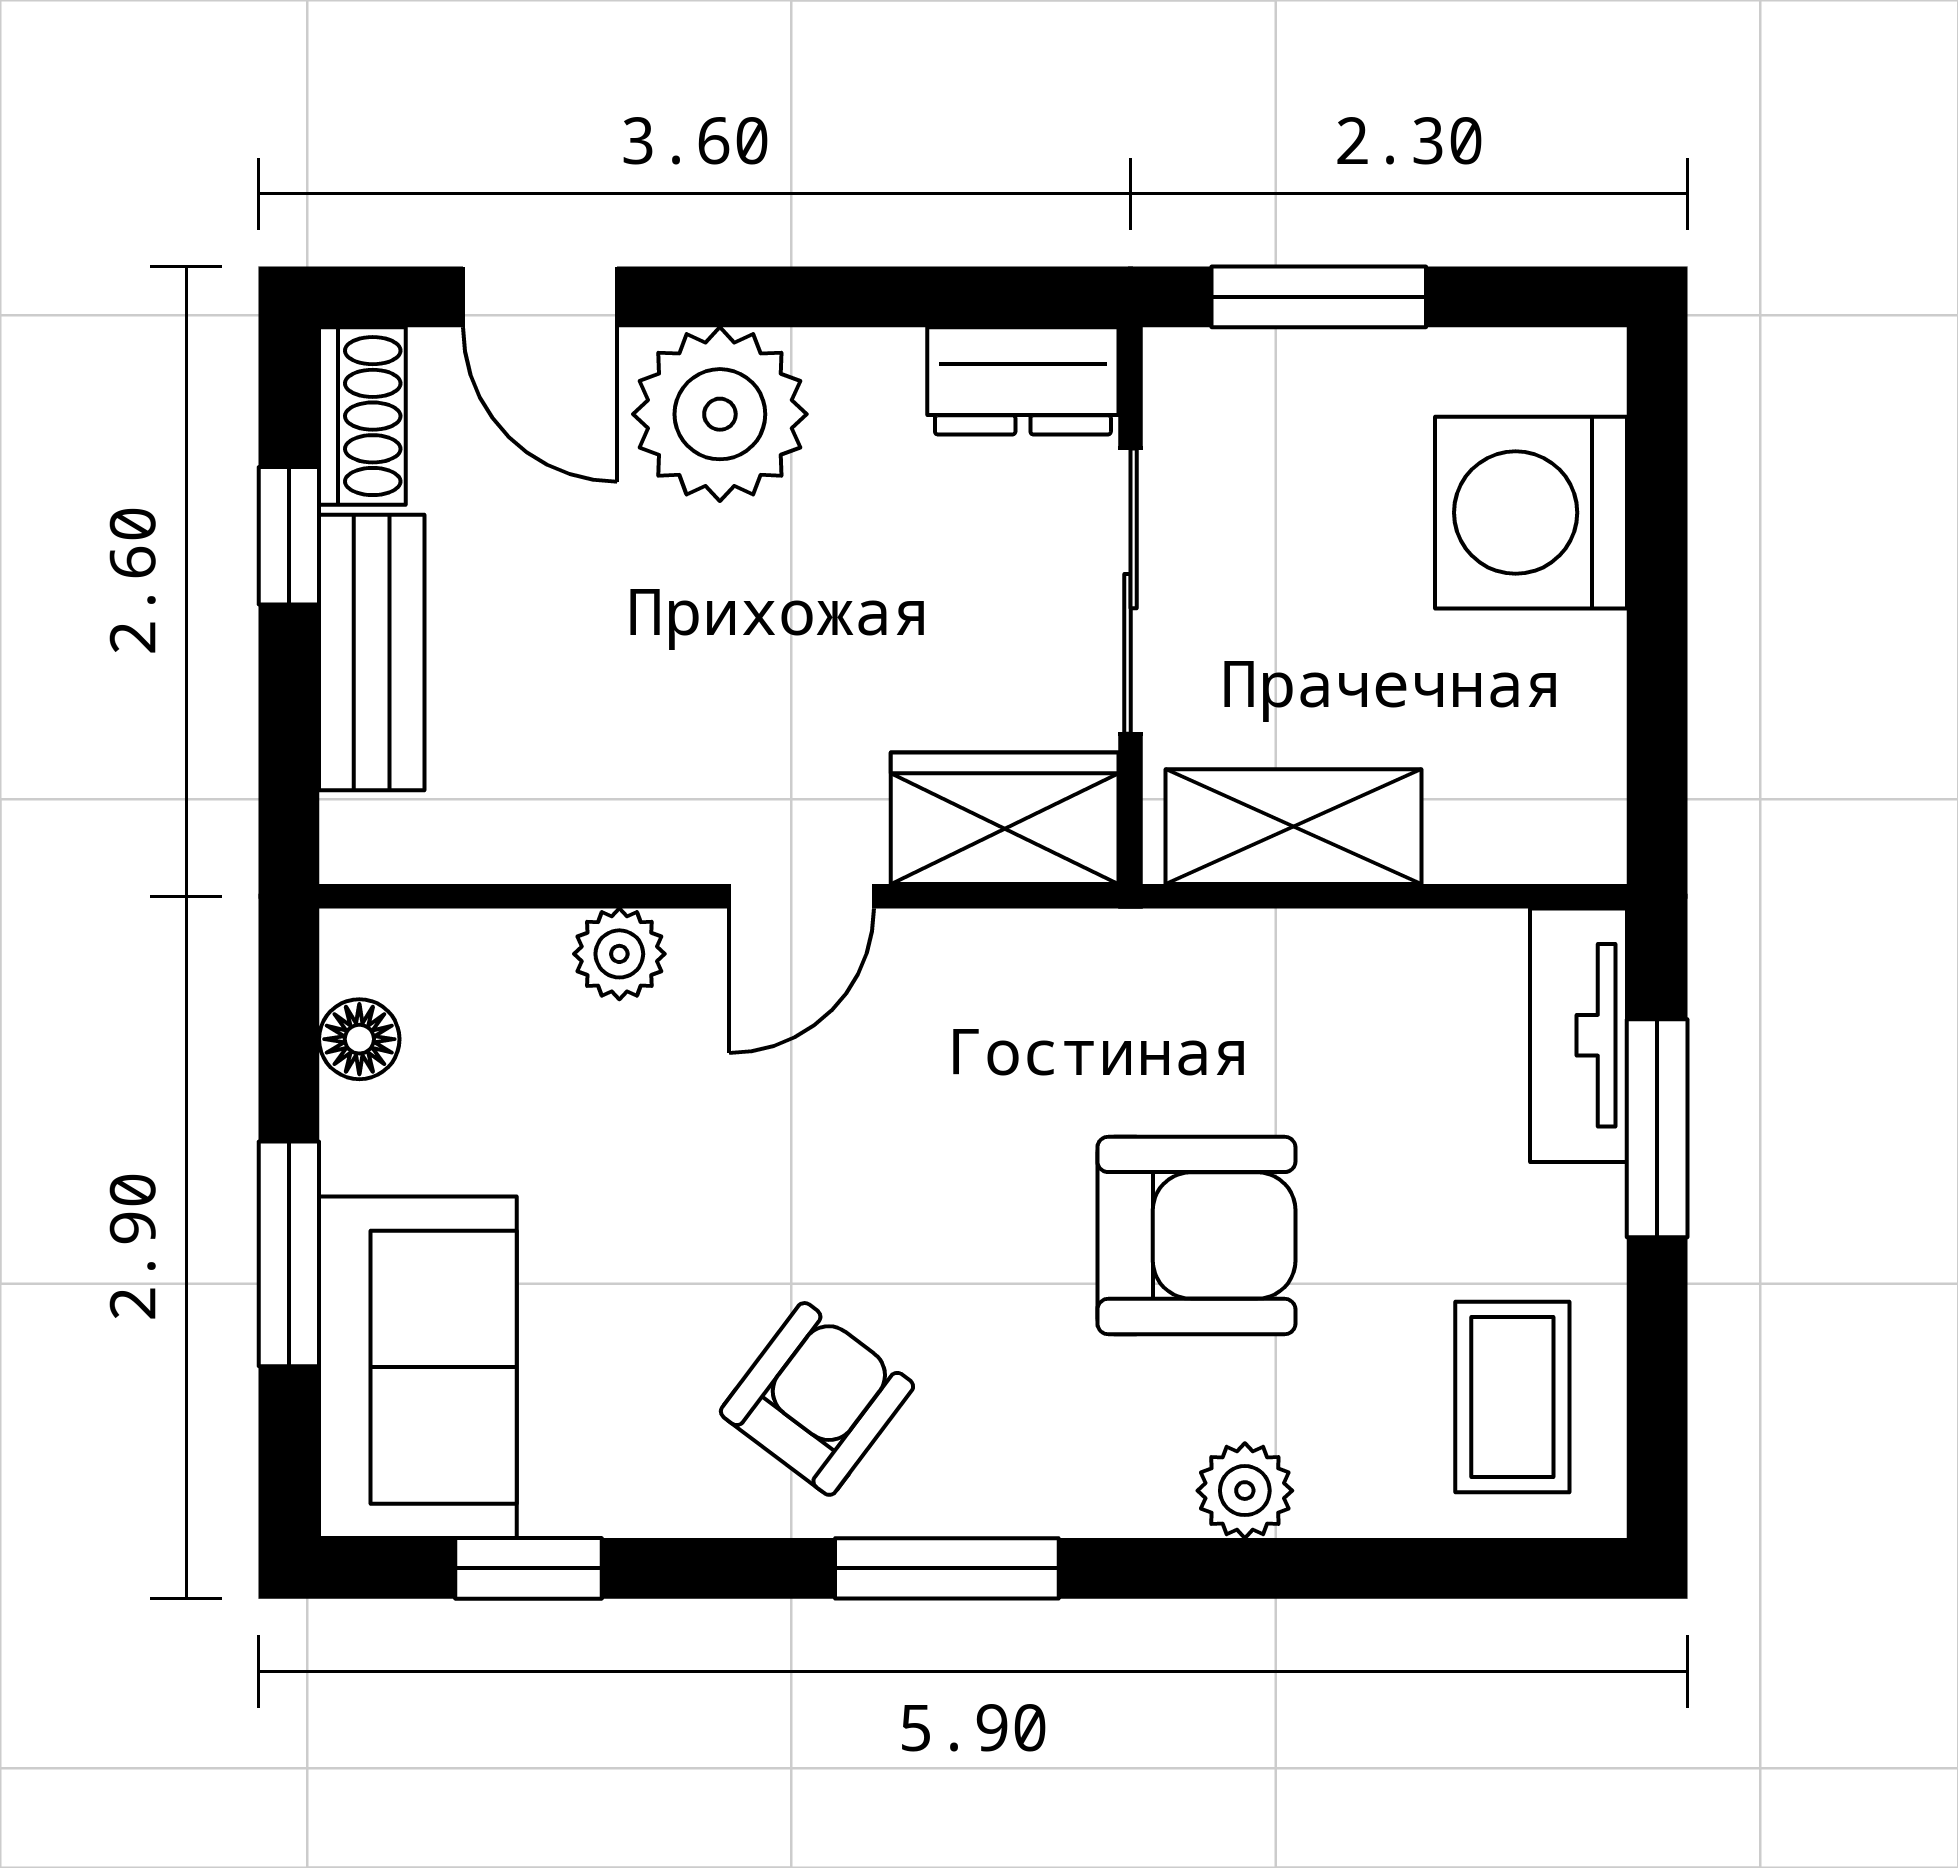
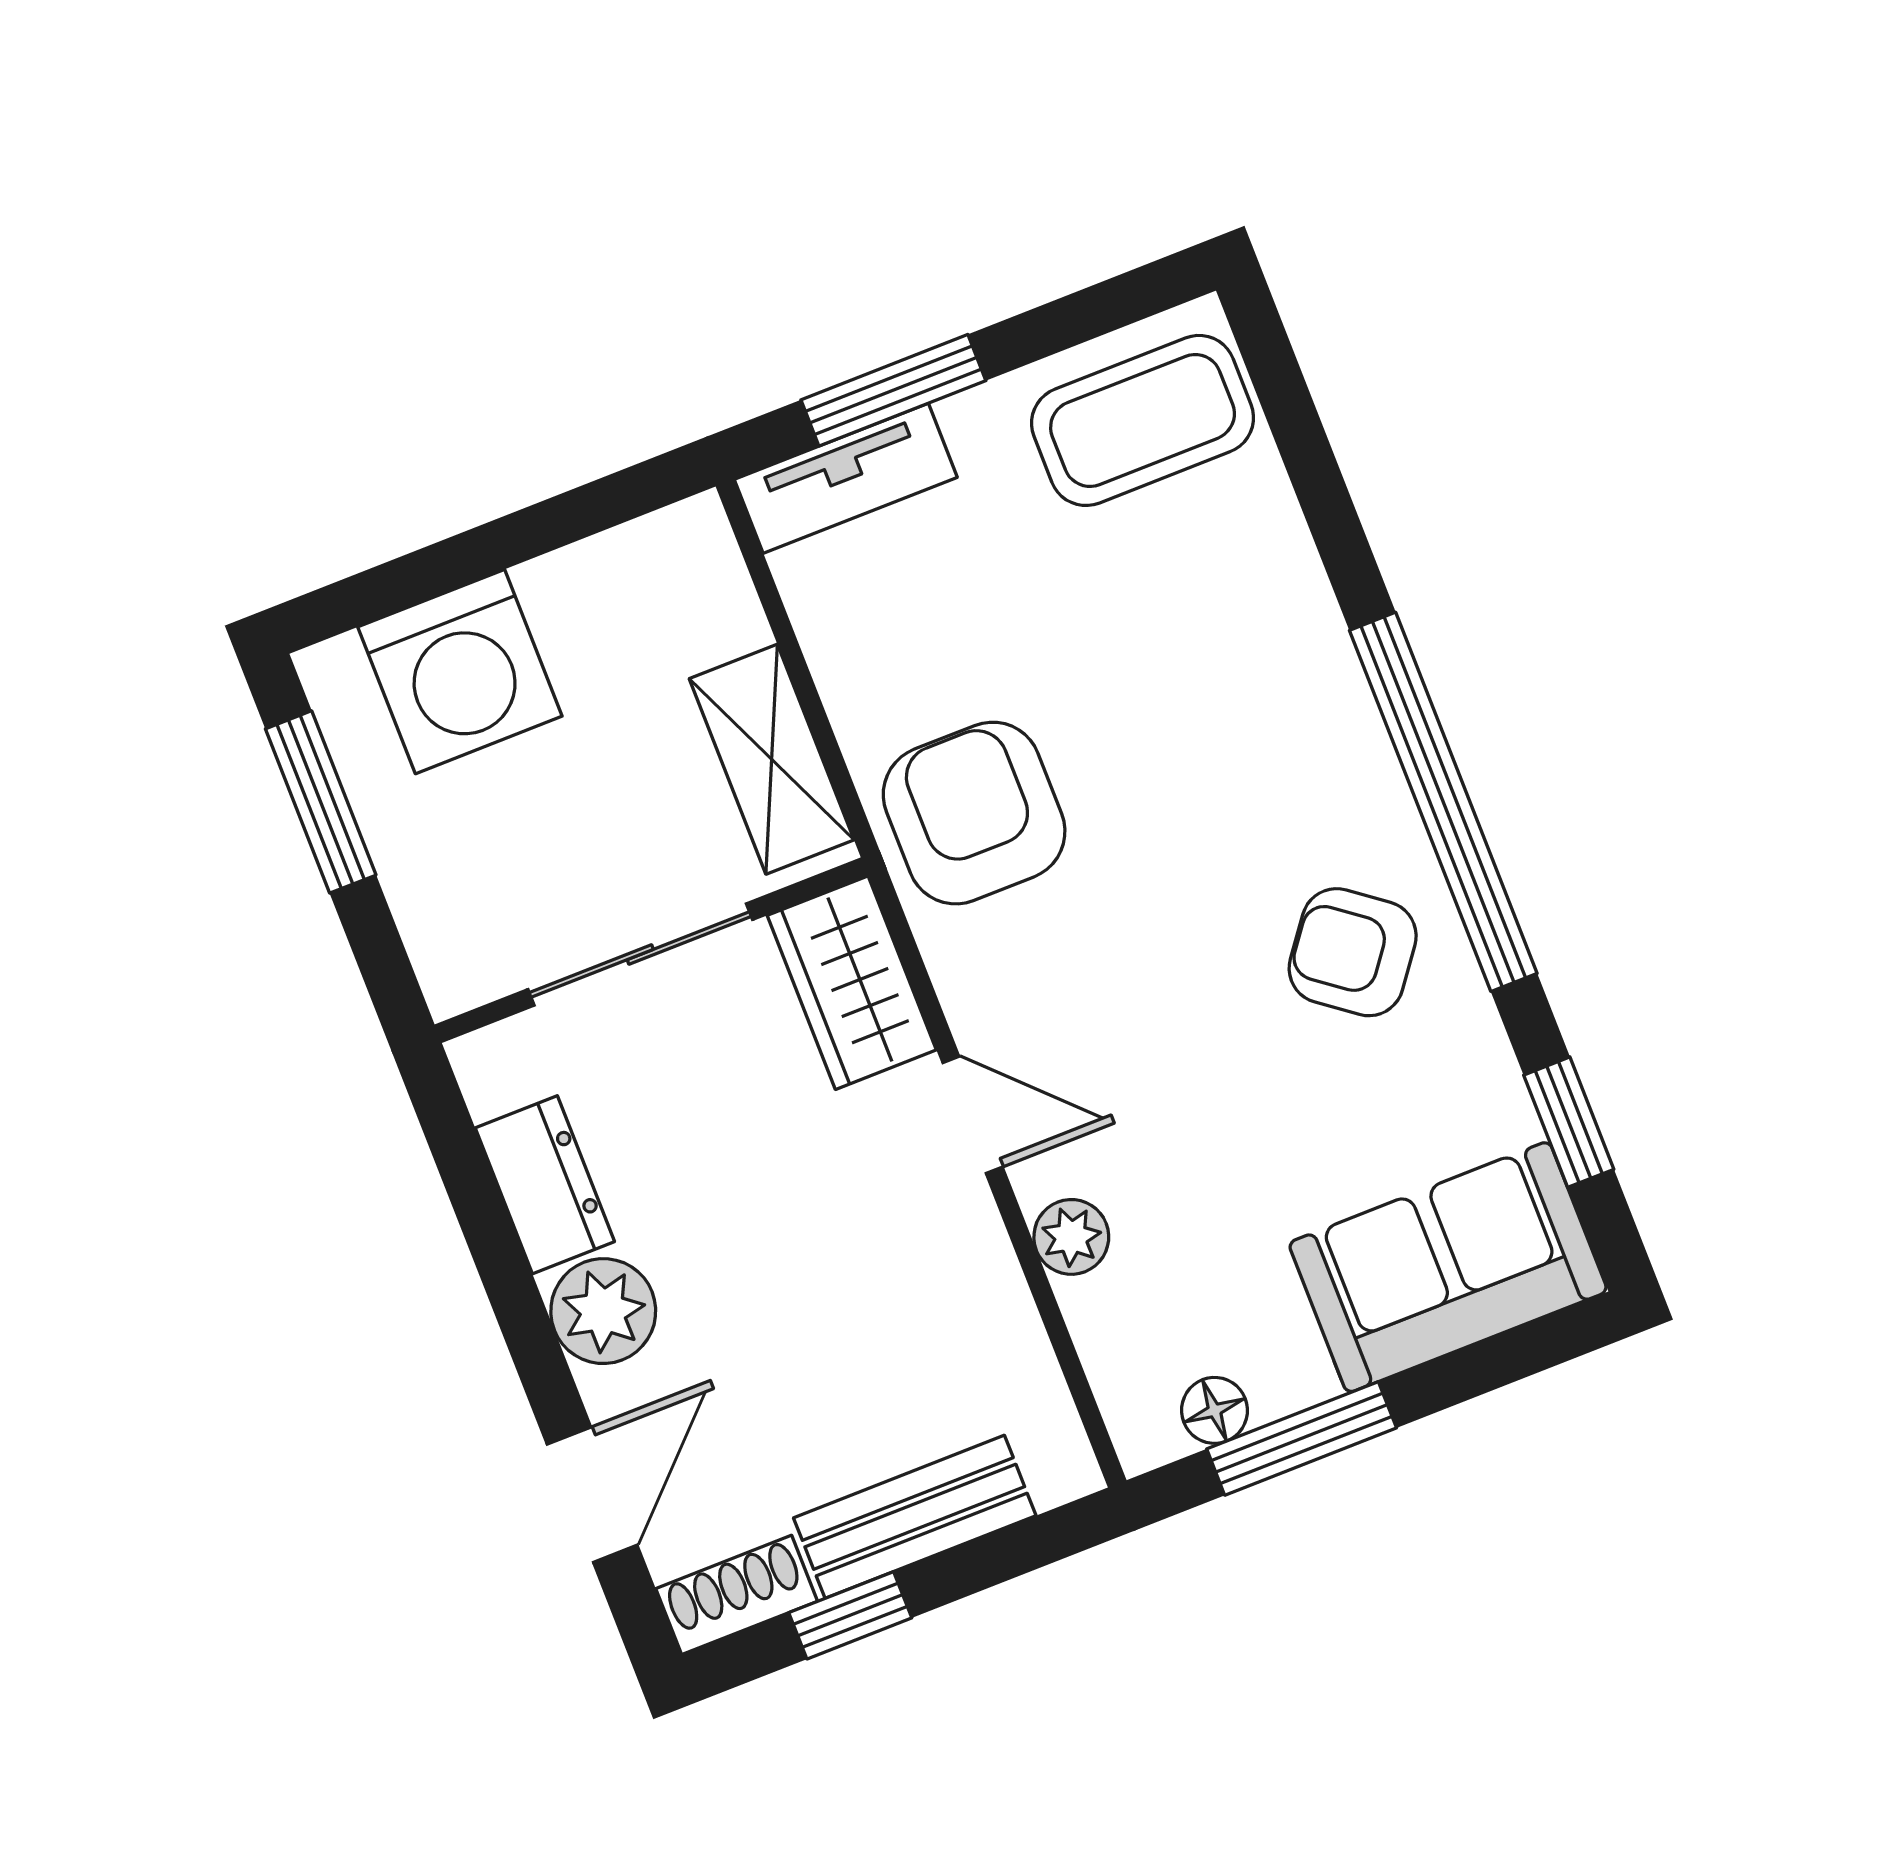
window: (1319, 297) -> (321, 802), moved
dresser: (1023, 381) -> (545, 1185), moved
plant: (720, 414) -> (603, 1311), width x0.73, depth x0.73
armchair: (1196, 1235) -> (974, 813), moved
window: (289, 1254) -> (1302, 1438), moved
coffee table: (1512, 1397) -> (1143, 420), width x1.36, depth x1.30
plant: (1245, 1491) -> (1294, 597), removed
window: (947, 1568) -> (1443, 802), width x2.11

